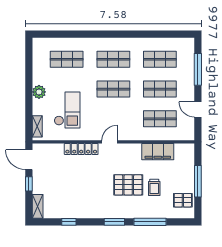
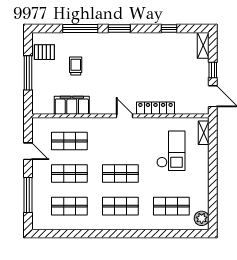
plant: (39, 92) -> (202, 218), moved
checkout: (67, 110) -> (171, 151), turned 180
door: (110, 142) -> (125, 116), swing flipped
pallet: (128, 185) -> (104, 69), removed

